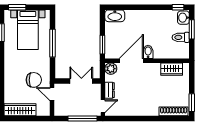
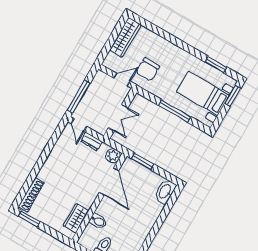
bidet: (148, 52) -> (98, 221), moved

